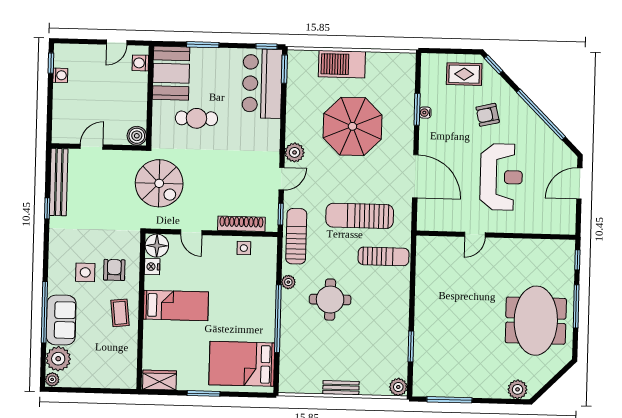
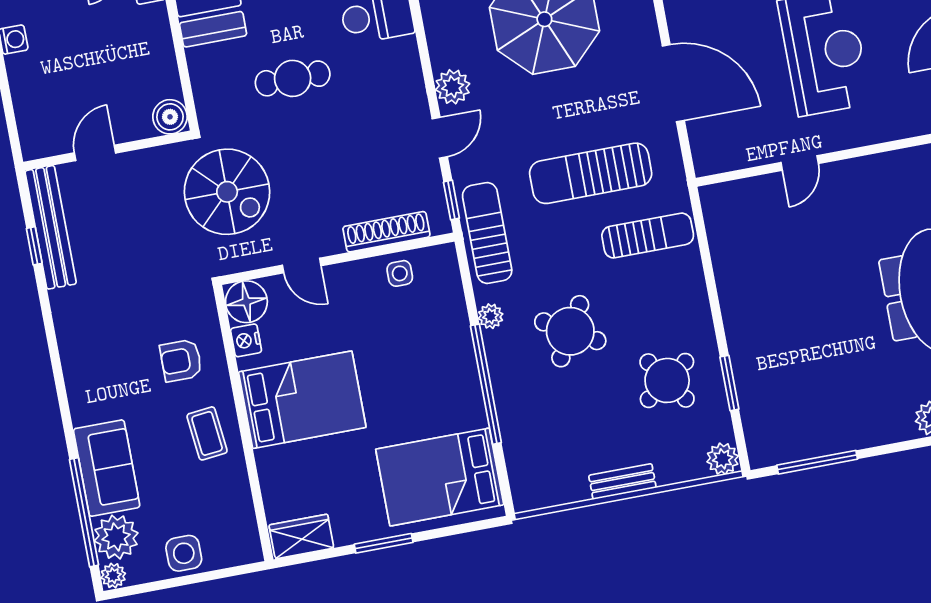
cafe table: (196, 118) -> (293, 78), moved
window: (47, 208) -> (34, 246), moved
armchair: (114, 270) -> (181, 360), turned -90
side table: (85, 272) -> (184, 553), moved
round table: (330, 300) -> (570, 331), turned 30
bed: (176, 306) -> (302, 400), width x1.50
window: (44, 312) -> (84, 512), moved
round table: (377, 338) -> (667, 380), added

